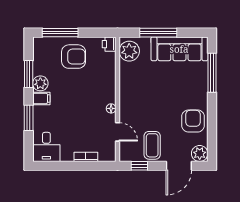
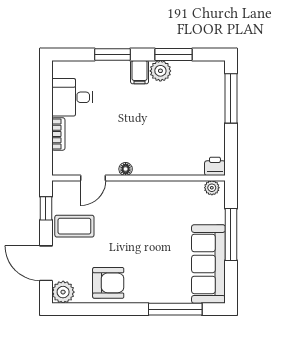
plant: (129, 51) -> (212, 188), width x0.53, depth x0.53
armchair: (74, 57) -> (198, 117), removed
desk: (46, 147) -> (72, 97), moved

